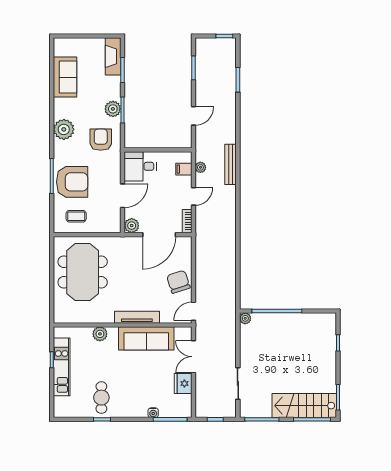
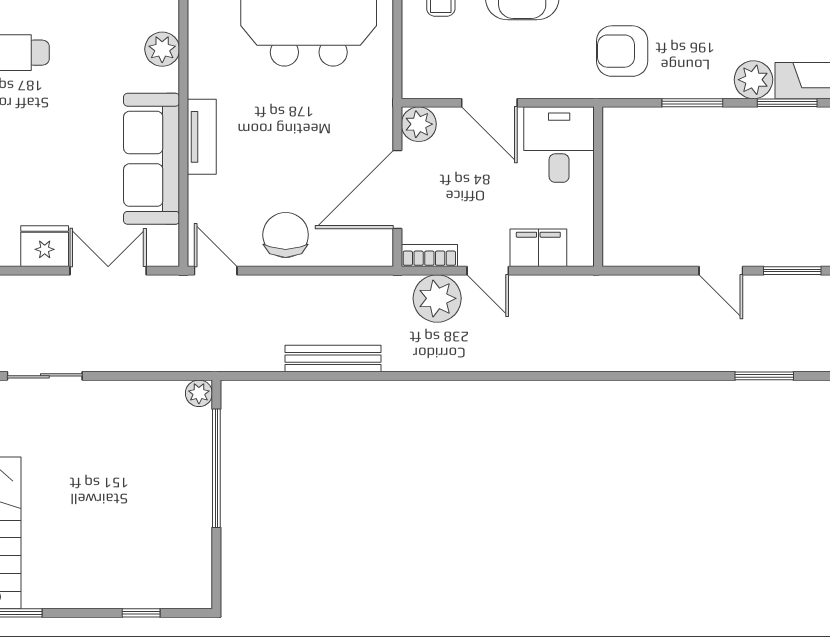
plant: (113, 109) -> (753, 80), moved
door: (193, 116) -> (721, 271), moved
armchair: (101, 140) -> (622, 51), turned 180
bench: (231, 164) -> (333, 359), moved
plant: (200, 167) -> (437, 298), moved, width x1.88, depth x1.88
filing cabinet: (184, 169) -> (538, 248), width x2.00
door: (159, 235) -> (397, 190), hinge flipped
chair: (178, 282) -> (286, 235), turned -72
tv unit: (137, 317) -> (202, 137), width x0.71

